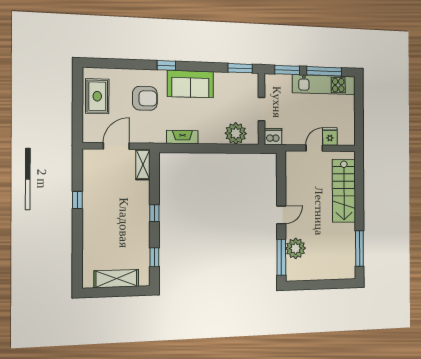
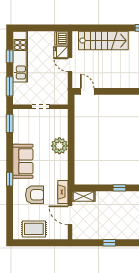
window: (324, 71) -> (10, 56), width x0.46
armchair: (145, 98) -> (35, 195), turned 90
plant: (236, 133) -> (59, 146), moved
dishwasher: (273, 136) -> (61, 38), moved
fireplace: (182, 137) -> (63, 192), moved
door: (281, 215) -> (87, 91), moved

